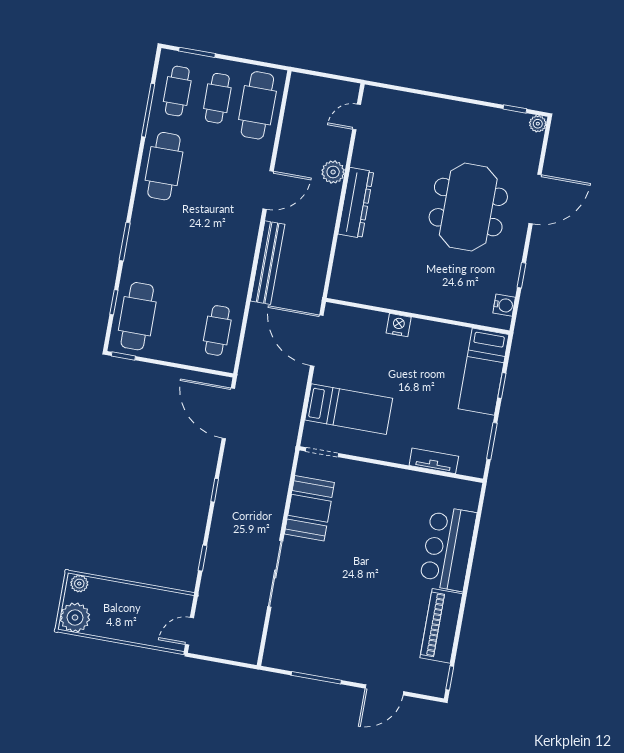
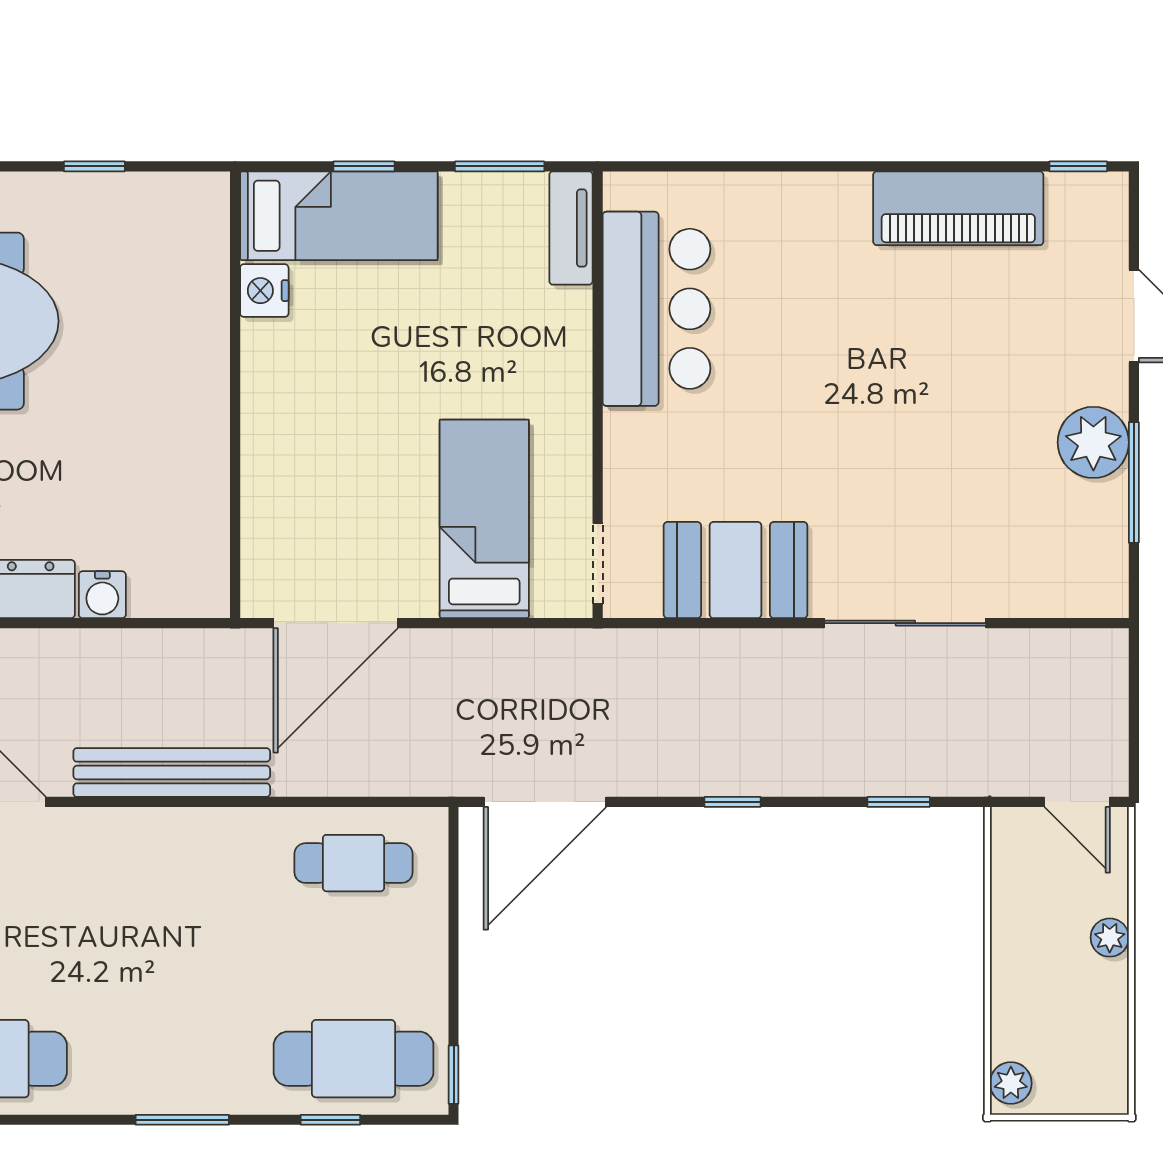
water cooler: (504, 305) -> (102, 595), moved, turned 180
nightstand: (399, 325) -> (264, 291), moved
tv unit: (434, 461) -> (571, 228), moved
bar counter: (448, 548) -> (656, 309), moved, turned -90
plant: (75, 617) -> (1110, 938), moved, width x0.53, depth x0.53
plant: (336, 664) -> (1093, 442), added

